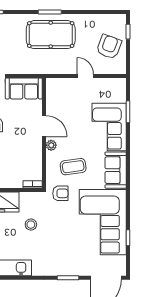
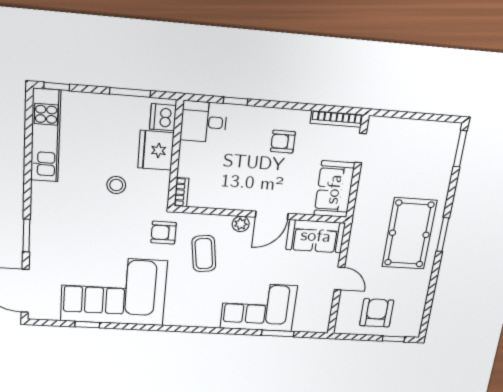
armchair: (109, 47) -> (377, 313), turned -110
door: (85, 76) -> (339, 278), hinge flipped
sofa: (116, 170) -> (316, 236), moved, turned 180
armchair: (60, 193) -> (164, 233), turned 90

